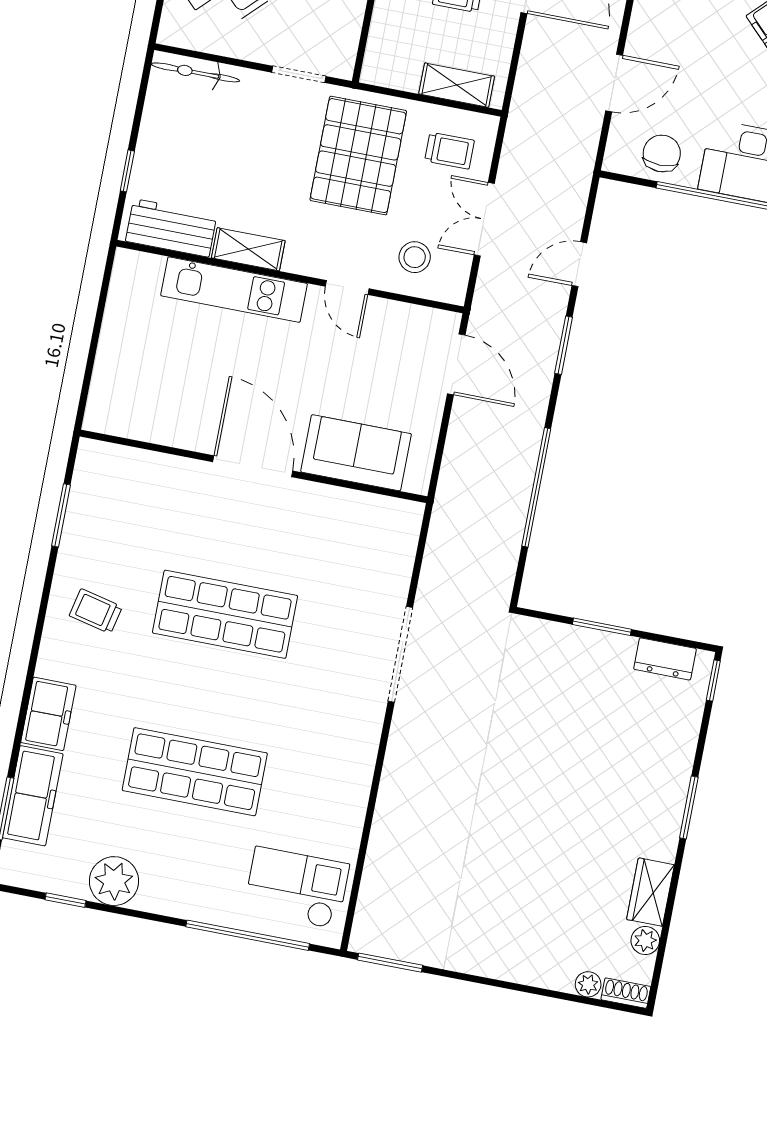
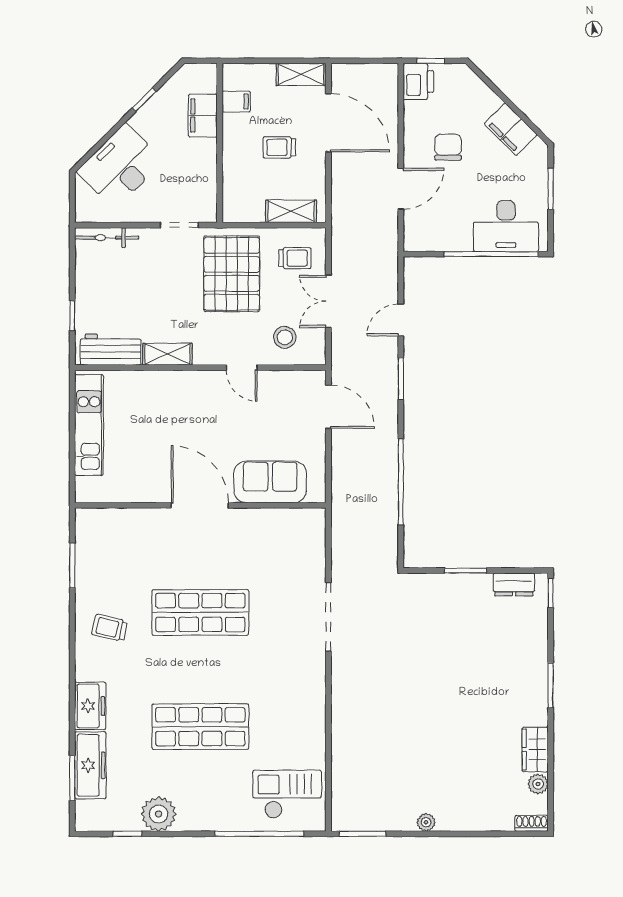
chair: (662, 153) -> (448, 147), moved
kitchen unit: (234, 290) -> (89, 425), moved, turned -90
plant: (588, 984) -> (426, 822), moved

